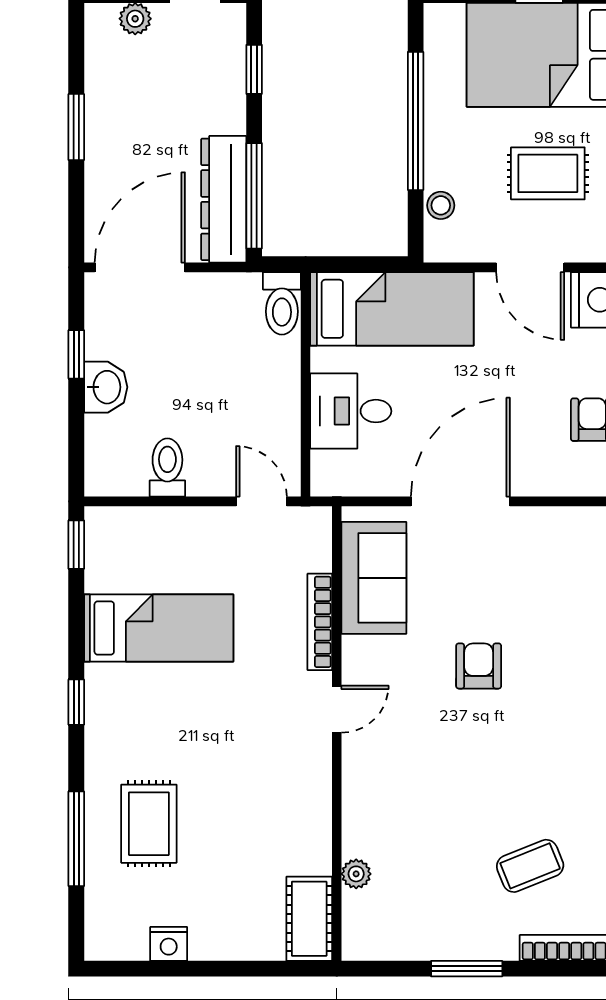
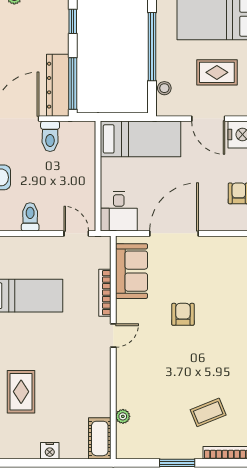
toilet: (282, 303) -> (50, 136), moved
desk: (351, 411) -> (119, 211), moved, turned -90
nightstand: (169, 944) -> (50, 451), moved

